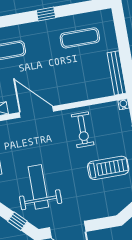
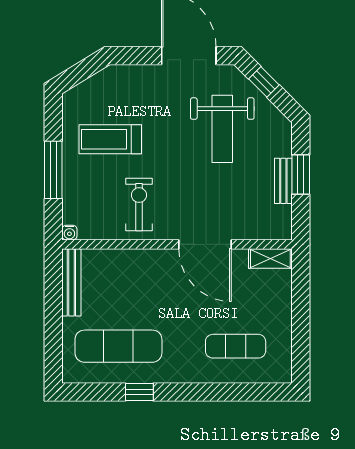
window: (46, 14) -> (139, 392), moved
exercise mat: (80, 38) -> (118, 346), width x1.36, depth x1.45

